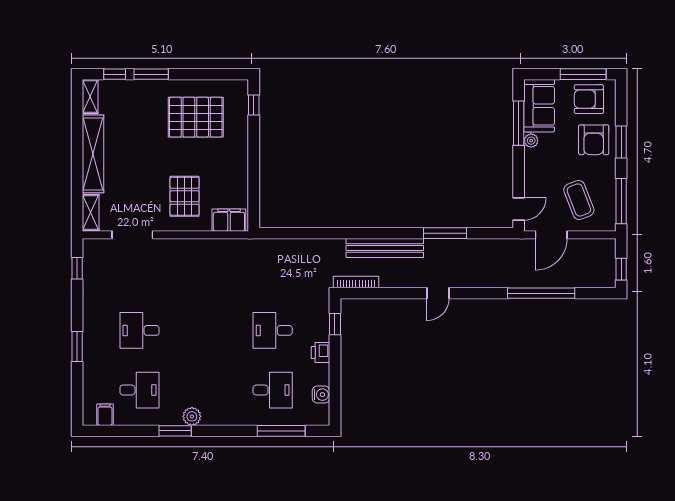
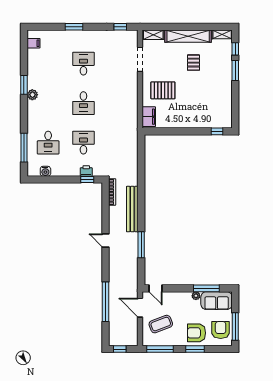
pallet: (196, 117) -> (193, 63), moved, width x0.49, depth x0.50
printer: (321, 353) -> (86, 171), moved
desk: (139, 390) -> (83, 103), moved

